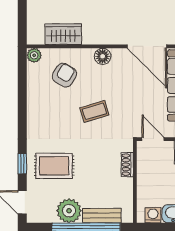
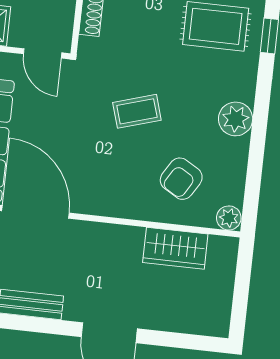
floor lamp: (103, 56) -> (113, 203), removed
plant: (37, 113) -> (236, 119), added

